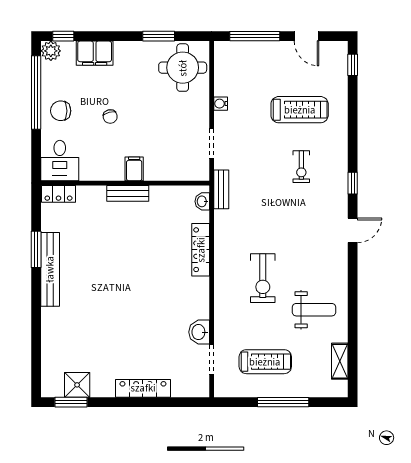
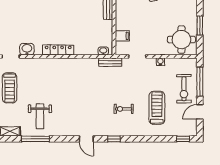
treadmill: (300, 110) -> (157, 108), turned 180
filing cabinet: (134, 169) -> (122, 36), moved
locker: (201, 250) -> (58, 50), moved
exercise bike: (263, 278) -> (184, 89), moved, turned -90
window: (353, 317) -> (35, 139), added

